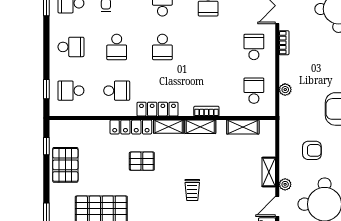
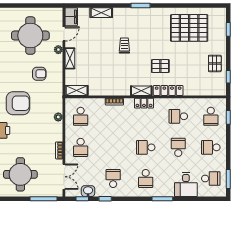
school desk: (162, 47) -> (146, 147), turned -90
school desk: (71, 91) -> (211, 116), turned 90
locker: (157, 109) -> (144, 103), width x0.66
shelving: (200, 127) -> (119, 91), removed
shelving: (243, 127) -> (77, 90), moved
armchair: (312, 150) -> (39, 74), turned 180
pallet: (65, 165) -> (215, 63), width x0.67, depth x0.71

